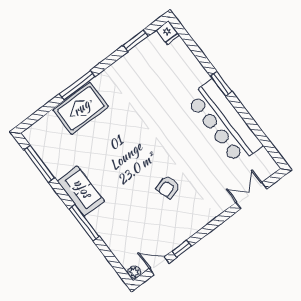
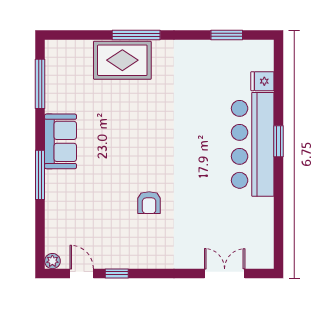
fridge: (168, 33) -> (262, 81), moved, turned 90
bar counter: (224, 122) -> (253, 144), moved
armchair: (168, 187) -> (149, 203), turned -74

